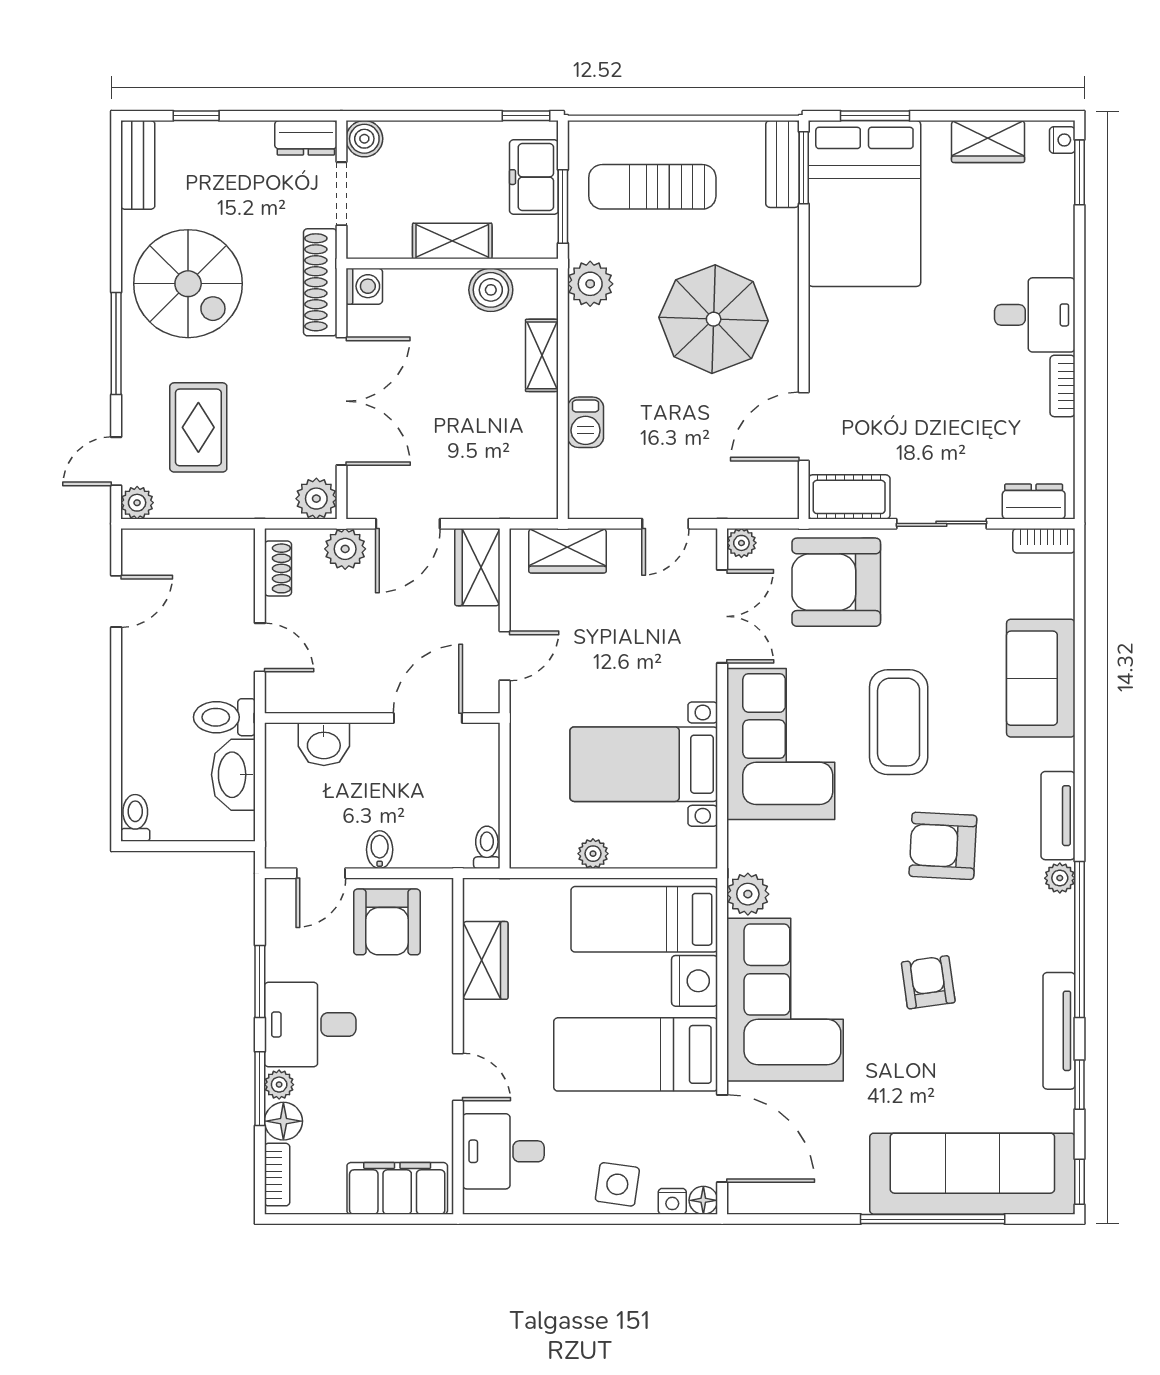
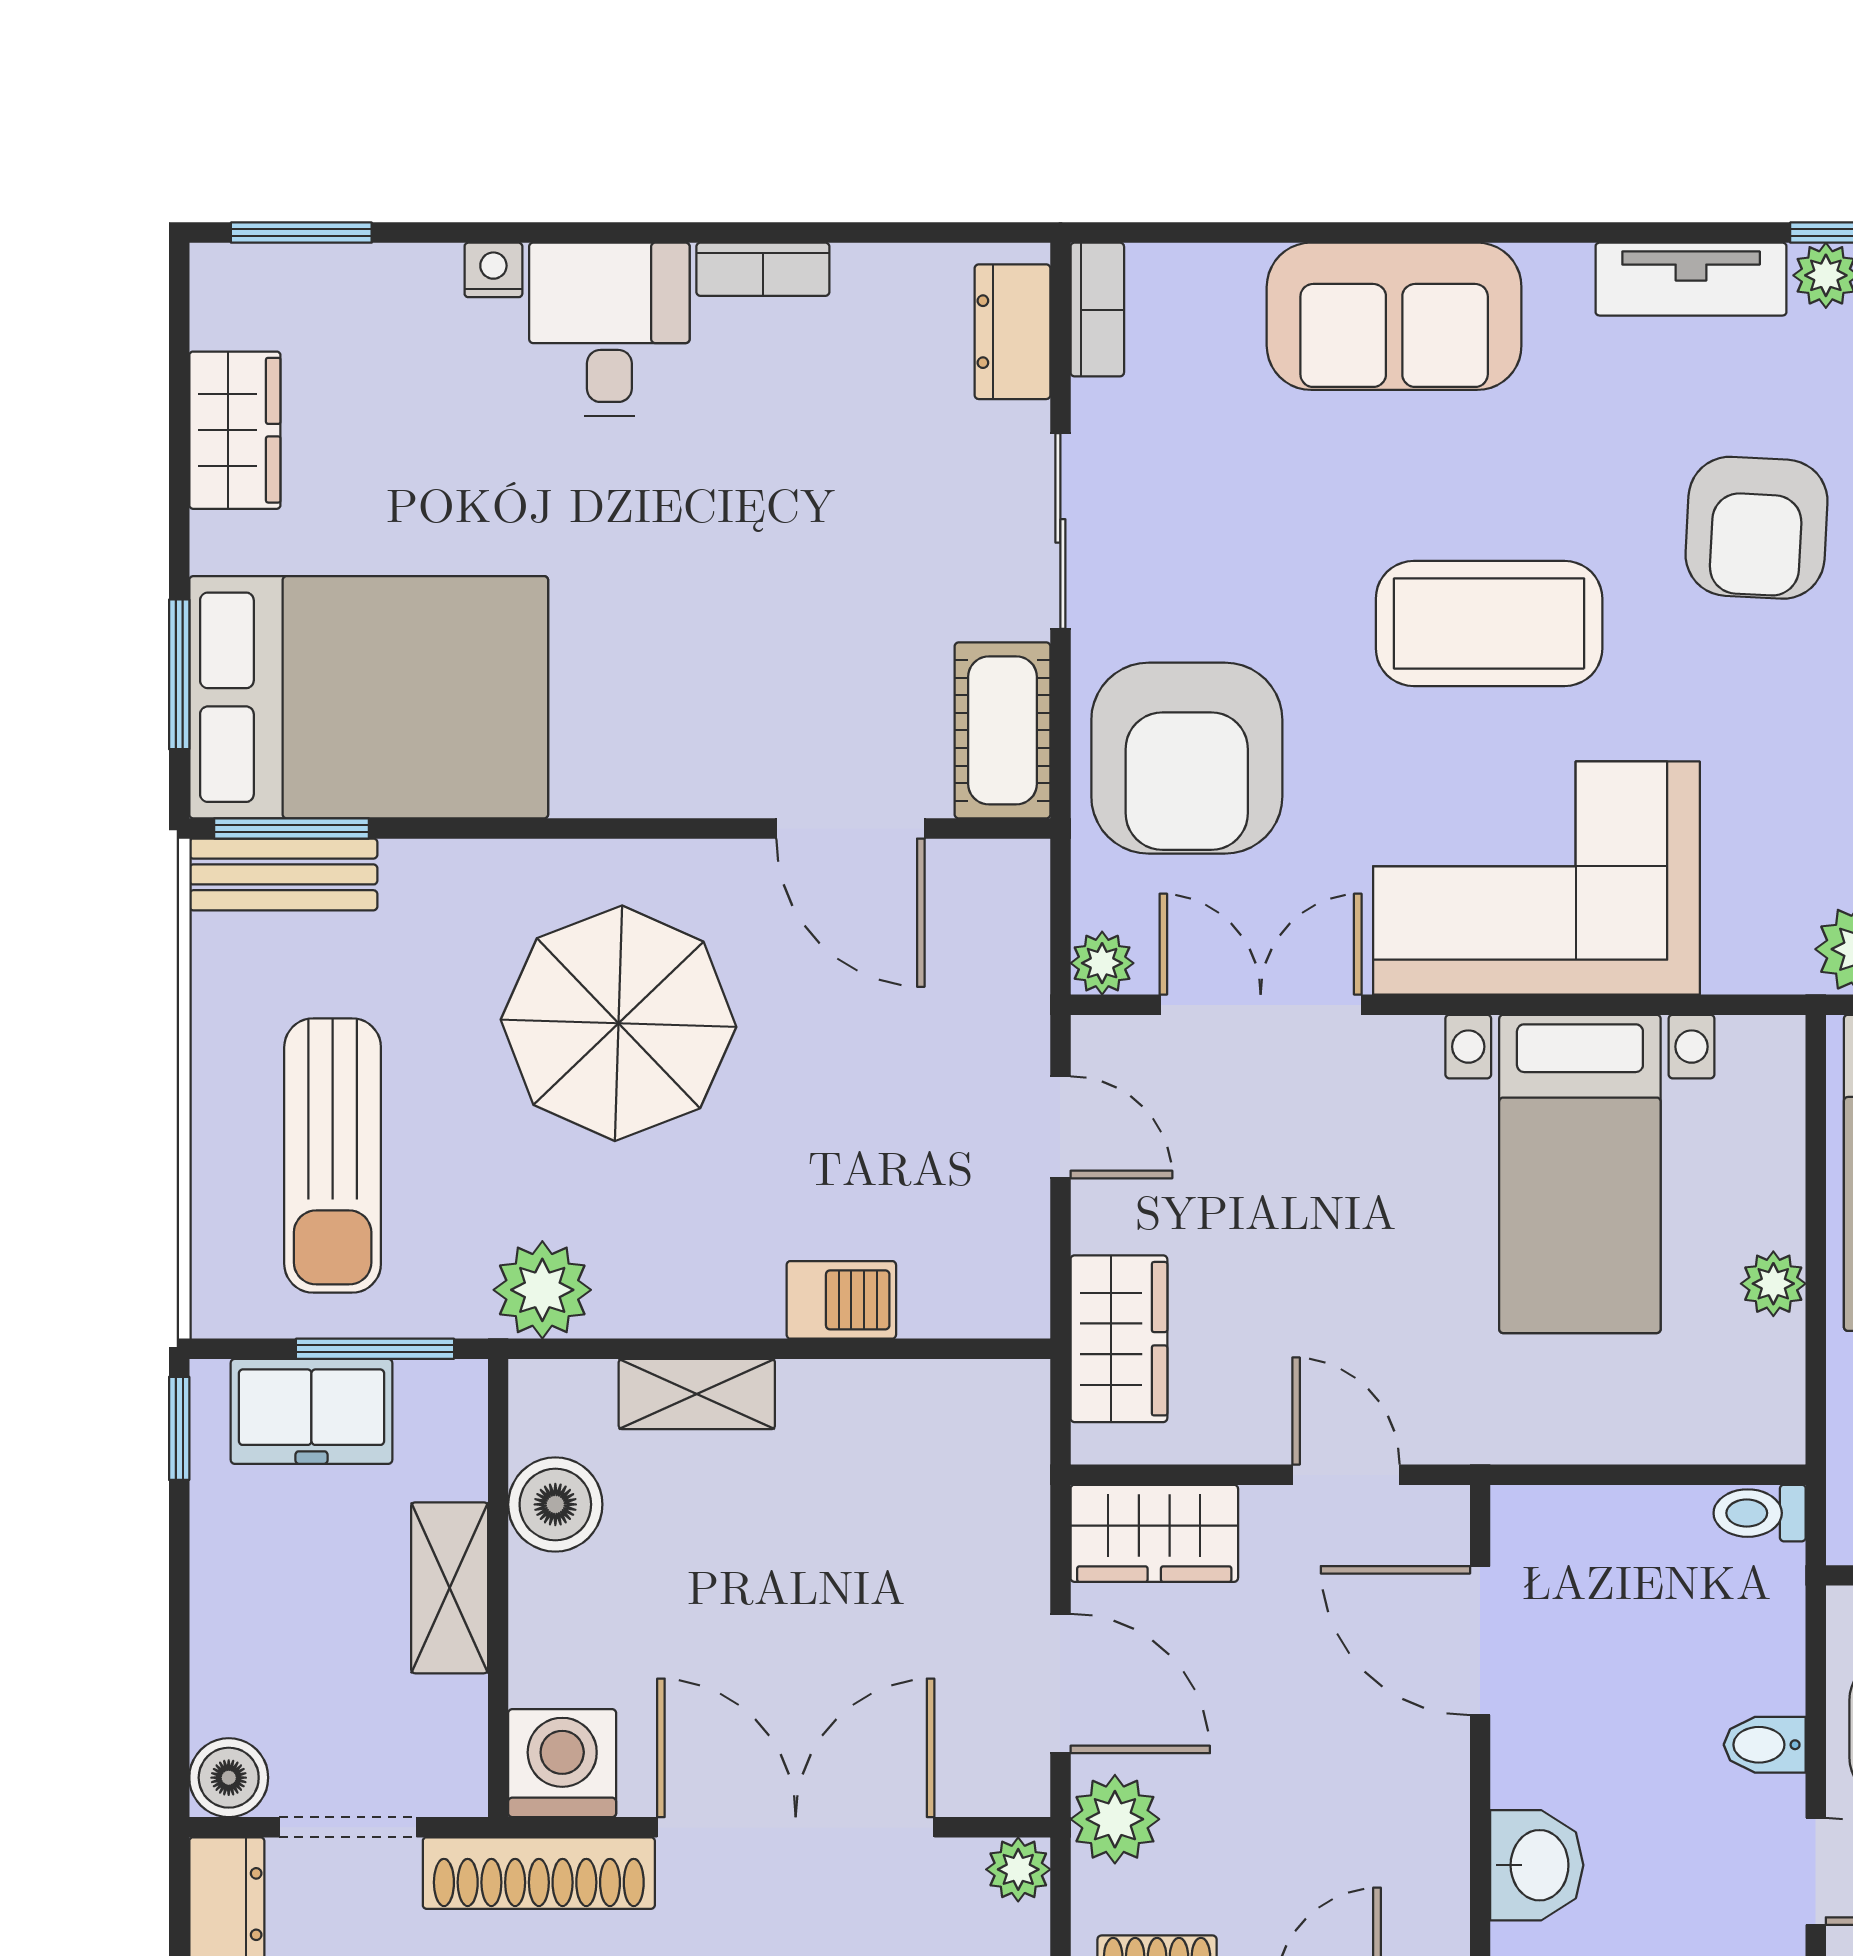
nightstand: (1062, 140) -> (493, 270), moved
washing machine: (364, 286) -> (562, 1763), width x1.38, depth x1.38
plant: (316, 499) -> (1018, 1869), width x0.73, depth x0.73

